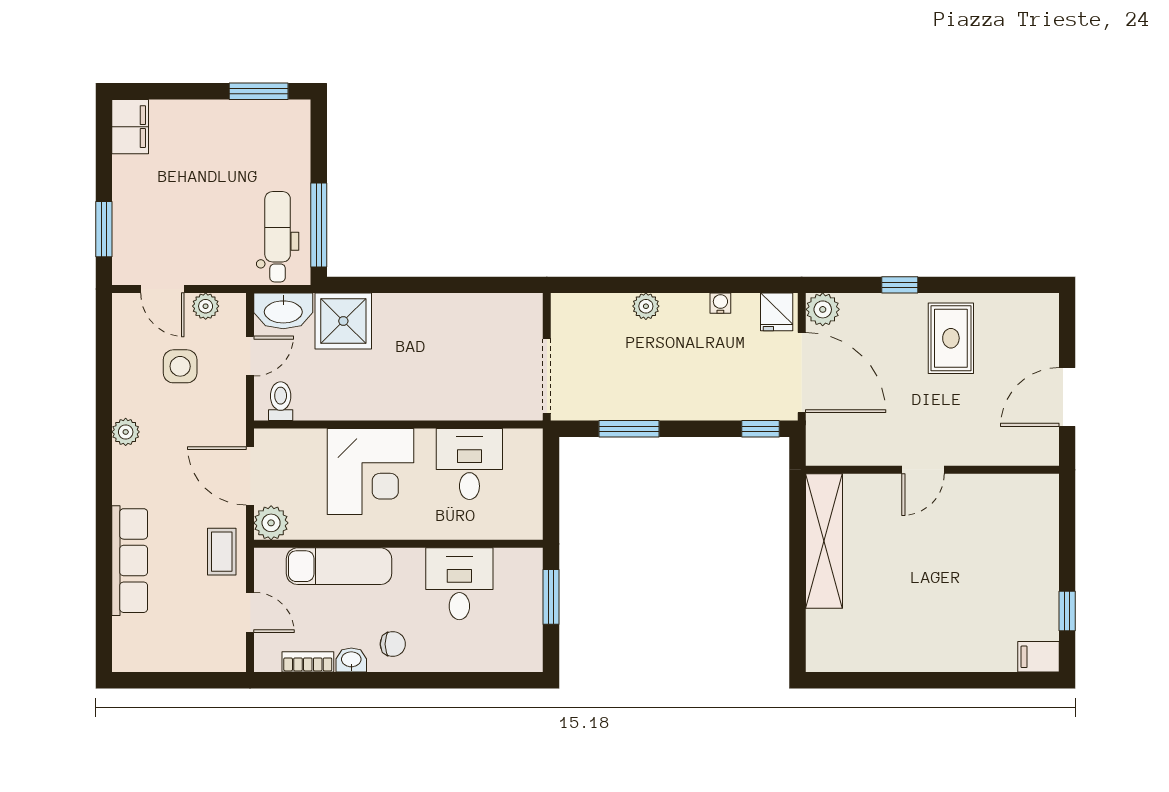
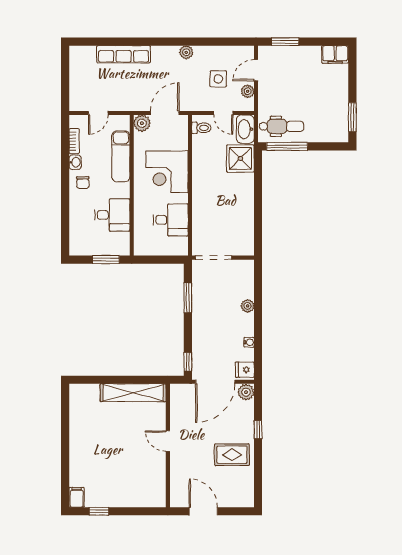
coffee table: (222, 552) -> (128, 99), removed

